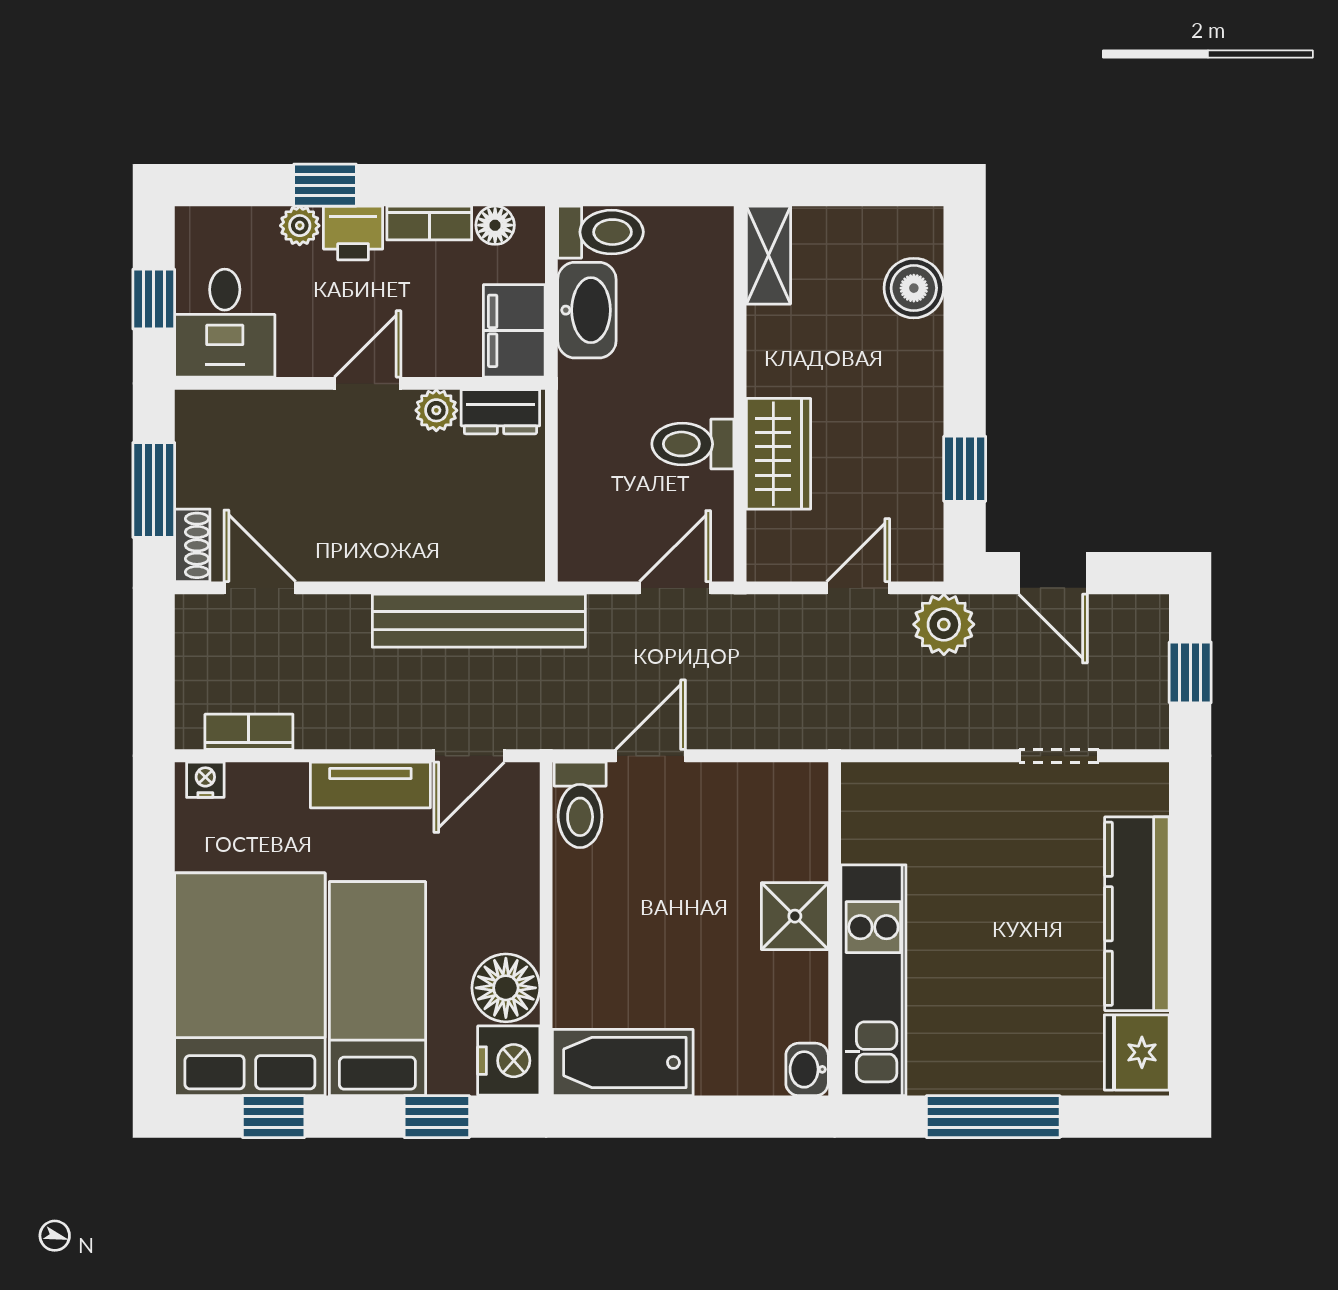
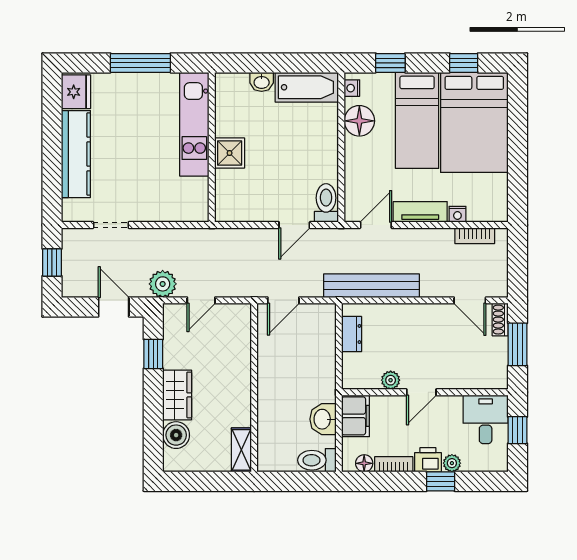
washbasin: (587, 310) -> (323, 419), width x0.72
dresser: (500, 412) -> (352, 334), moved, turned 90
toilet: (693, 444) -> (275, 365), removed
wardrobe: (779, 454) -> (177, 395), moved, turned 180
nightstand: (205, 780) -> (457, 214), moved
nightstand: (509, 1061) -> (352, 88), width x0.53, depth x0.56
washbasin: (807, 1069) -> (262, 82), moved, turned 90

